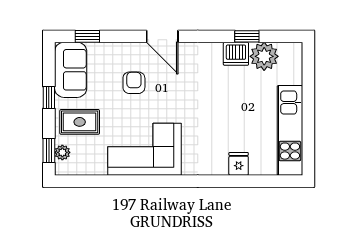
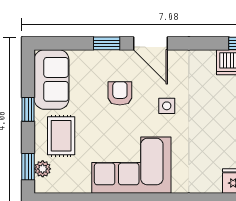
window: (87, 36) -> (107, 43), moved
side table: (177, 94) -> (167, 106), added
rug: (80, 122) -> (61, 136), turned 90

